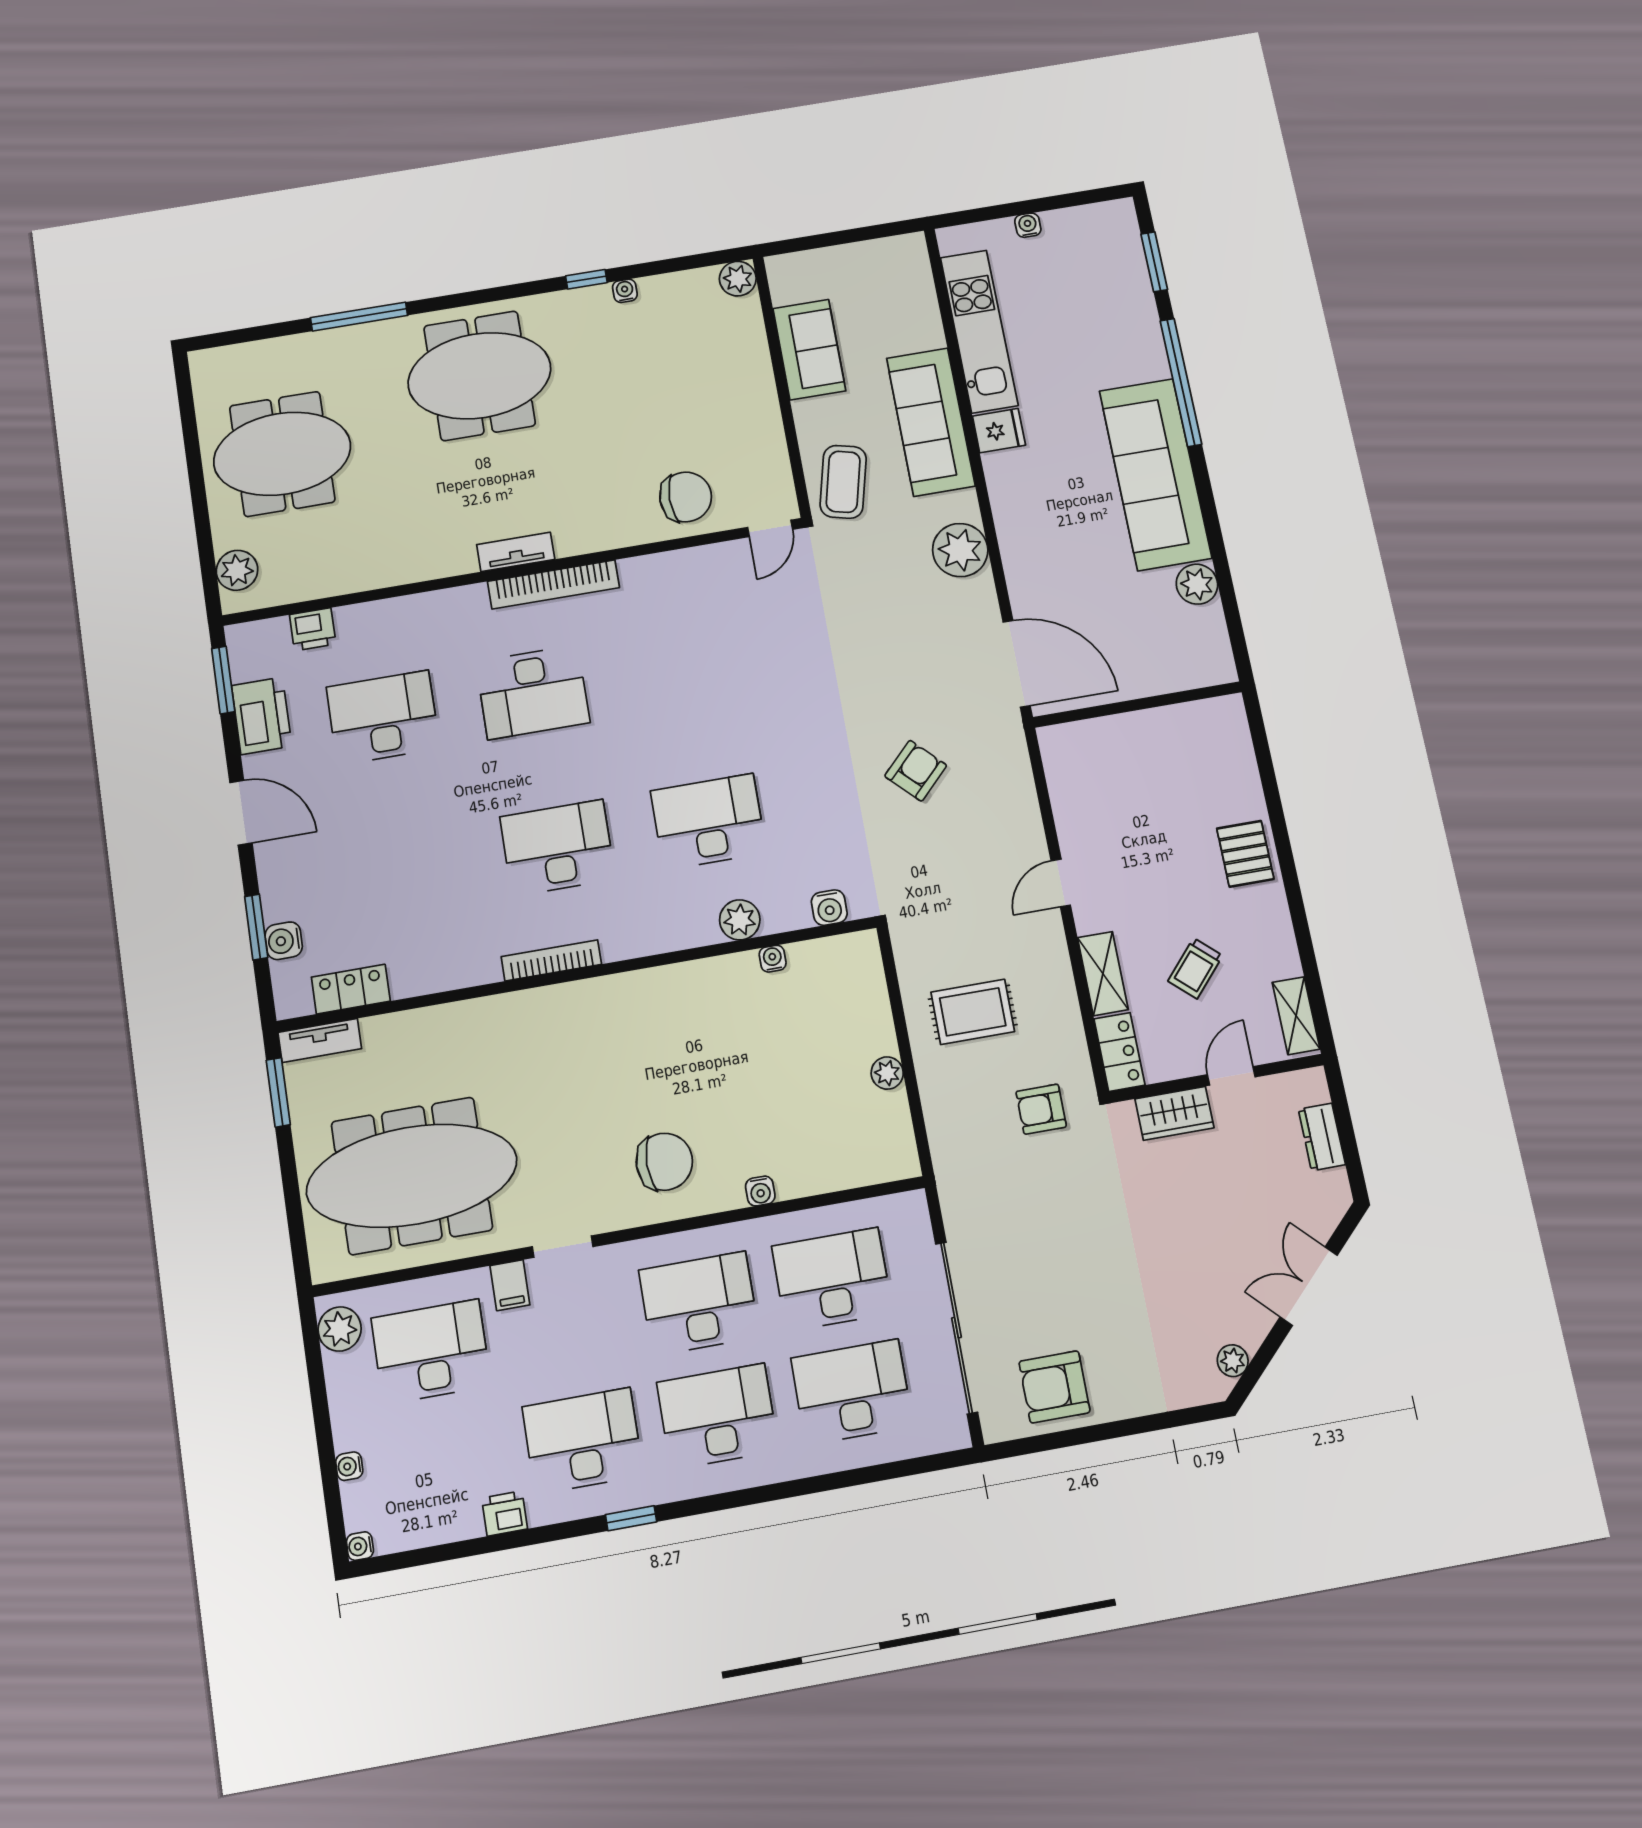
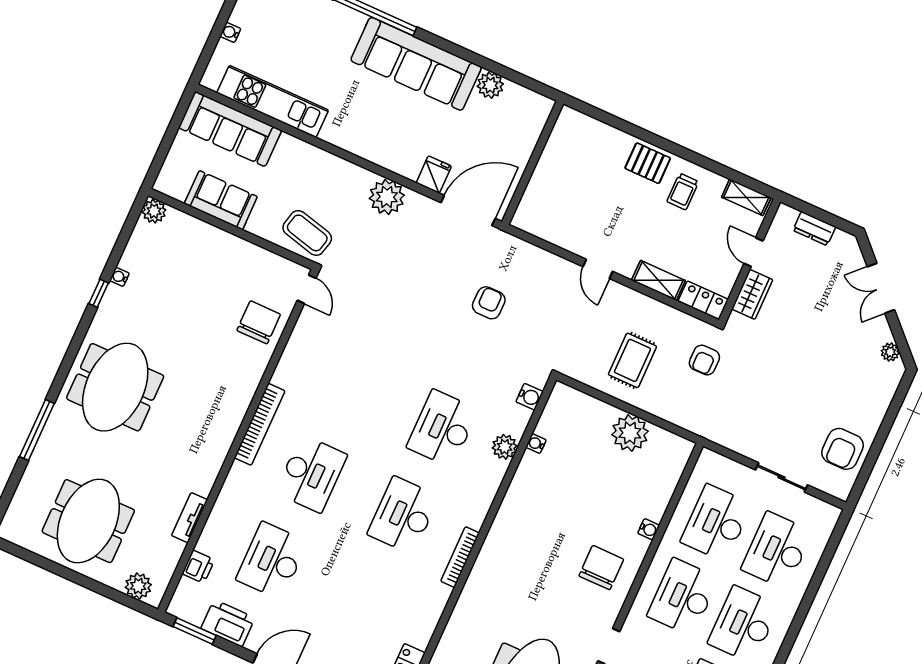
sofa: (931, 422) -> (230, 129), moved
fridge: (999, 431) -> (434, 175), moved
tv unit: (516, 552) -> (190, 518), moved
armchair: (916, 771) -> (489, 303), turned 45
trolley: (1195, 968) -> (683, 192), moved, turned 48
plant: (887, 1073) -> (630, 433), width x1.87, depth x1.87
sliding door: (956, 1328) -> (781, 477), width x0.54

